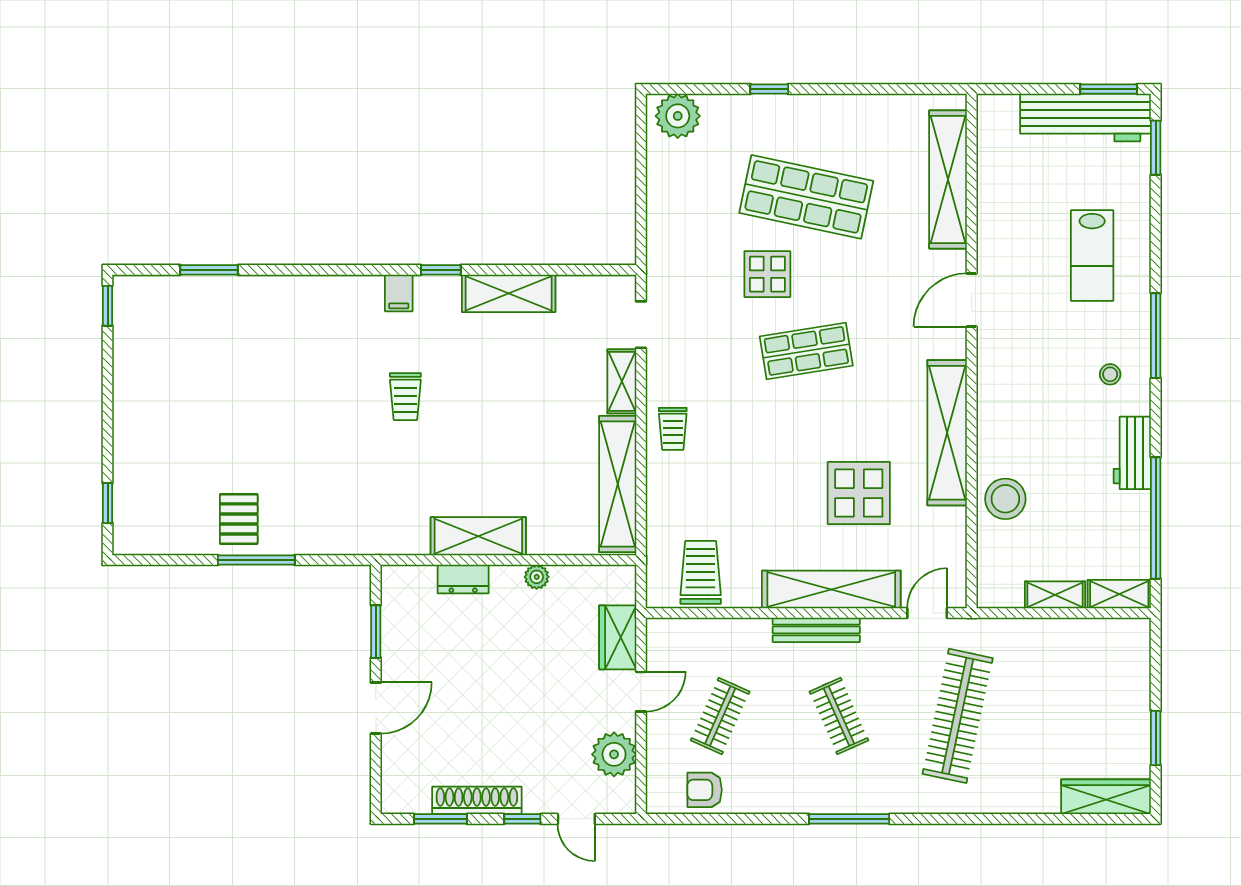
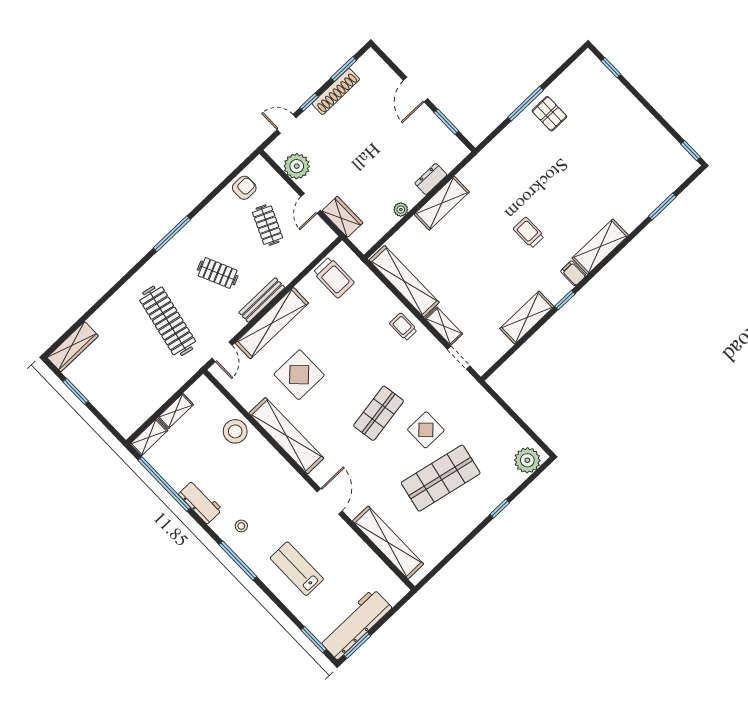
shelving: (334, 294) -> (600, 247), added

